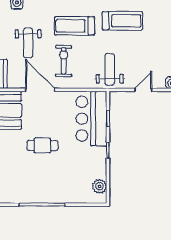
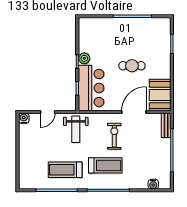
weight bench: (28, 43) -> (144, 151), removed
exercise bike: (64, 61) -> (114, 136), turned 180
door: (40, 90) -> (134, 112), swing flipped
plant: (100, 186) -> (84, 58), moved

